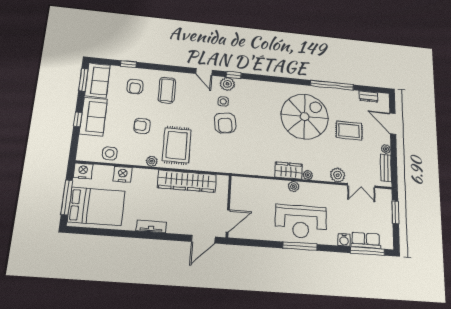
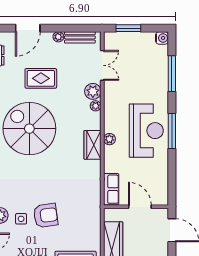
rug: (349, 131) -> (41, 78), turned 90
plant: (308, 175) -> (96, 106), moved
door: (228, 221) -> (140, 207), moved
water cooler: (344, 240) -> (162, 38), moved
row of seats: (366, 240) -> (111, 189), moved, turned 180
window: (367, 251) -> (172, 74), moved

